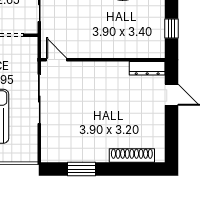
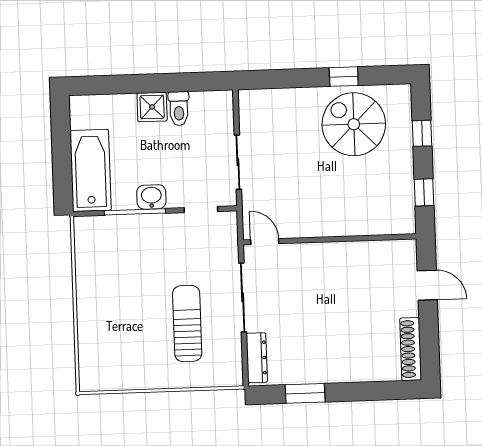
dresser: (147, 68) -> (257, 358), moved, turned -90
shoe rack: (132, 156) -> (411, 349), moved, turned -90

